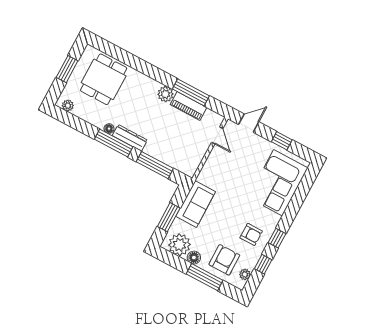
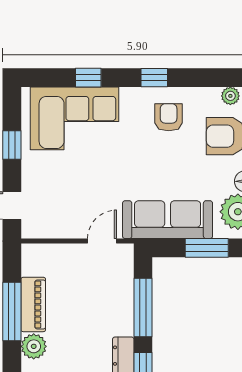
door: (217, 135) -> (102, 241), moved
sofa: (196, 204) -> (168, 220), width x1.36
window: (263, 264) -> (88, 78), moved

